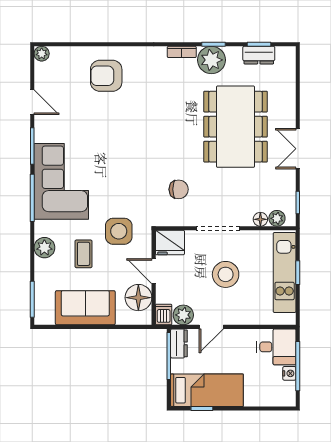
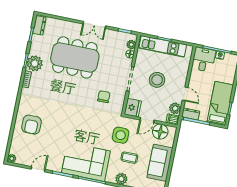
dresser: (259, 55) -> (39, 25), moved

